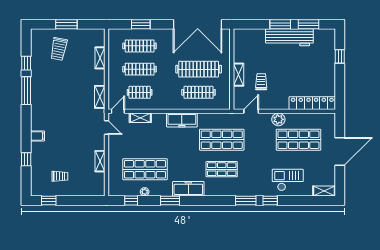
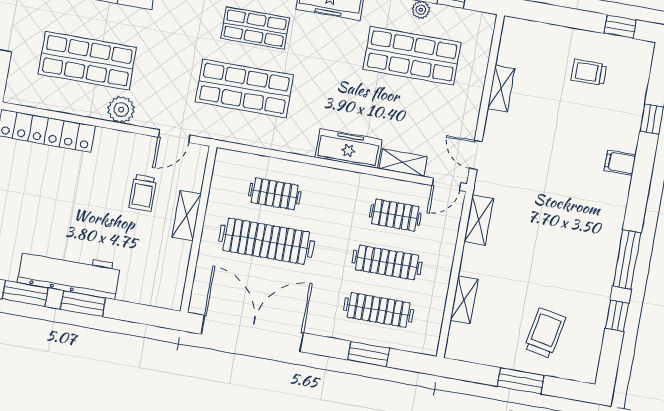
clothes rail: (199, 92) -> (275, 194), width x0.73
freezer: (182, 120) -> (349, 148), moved

